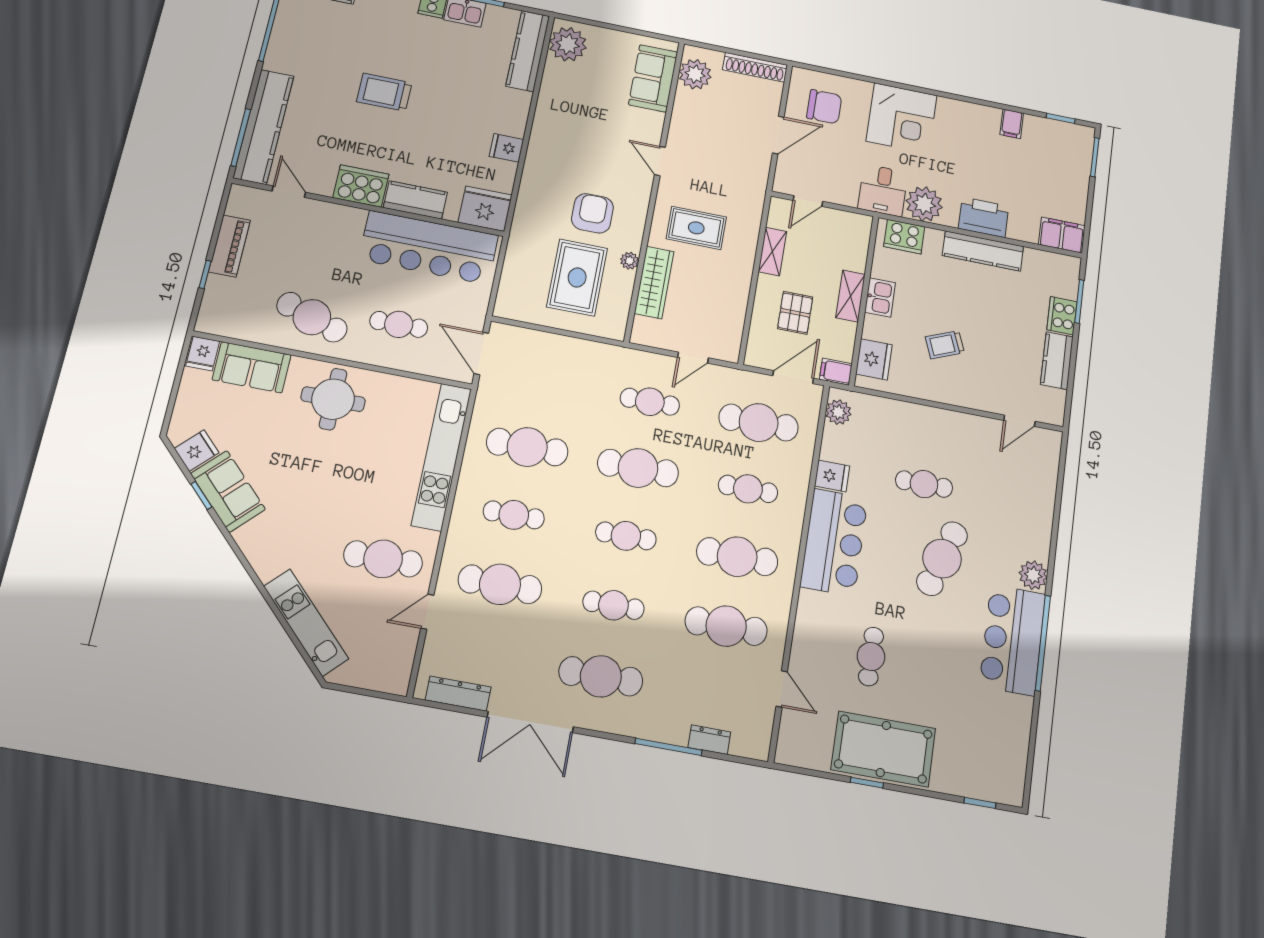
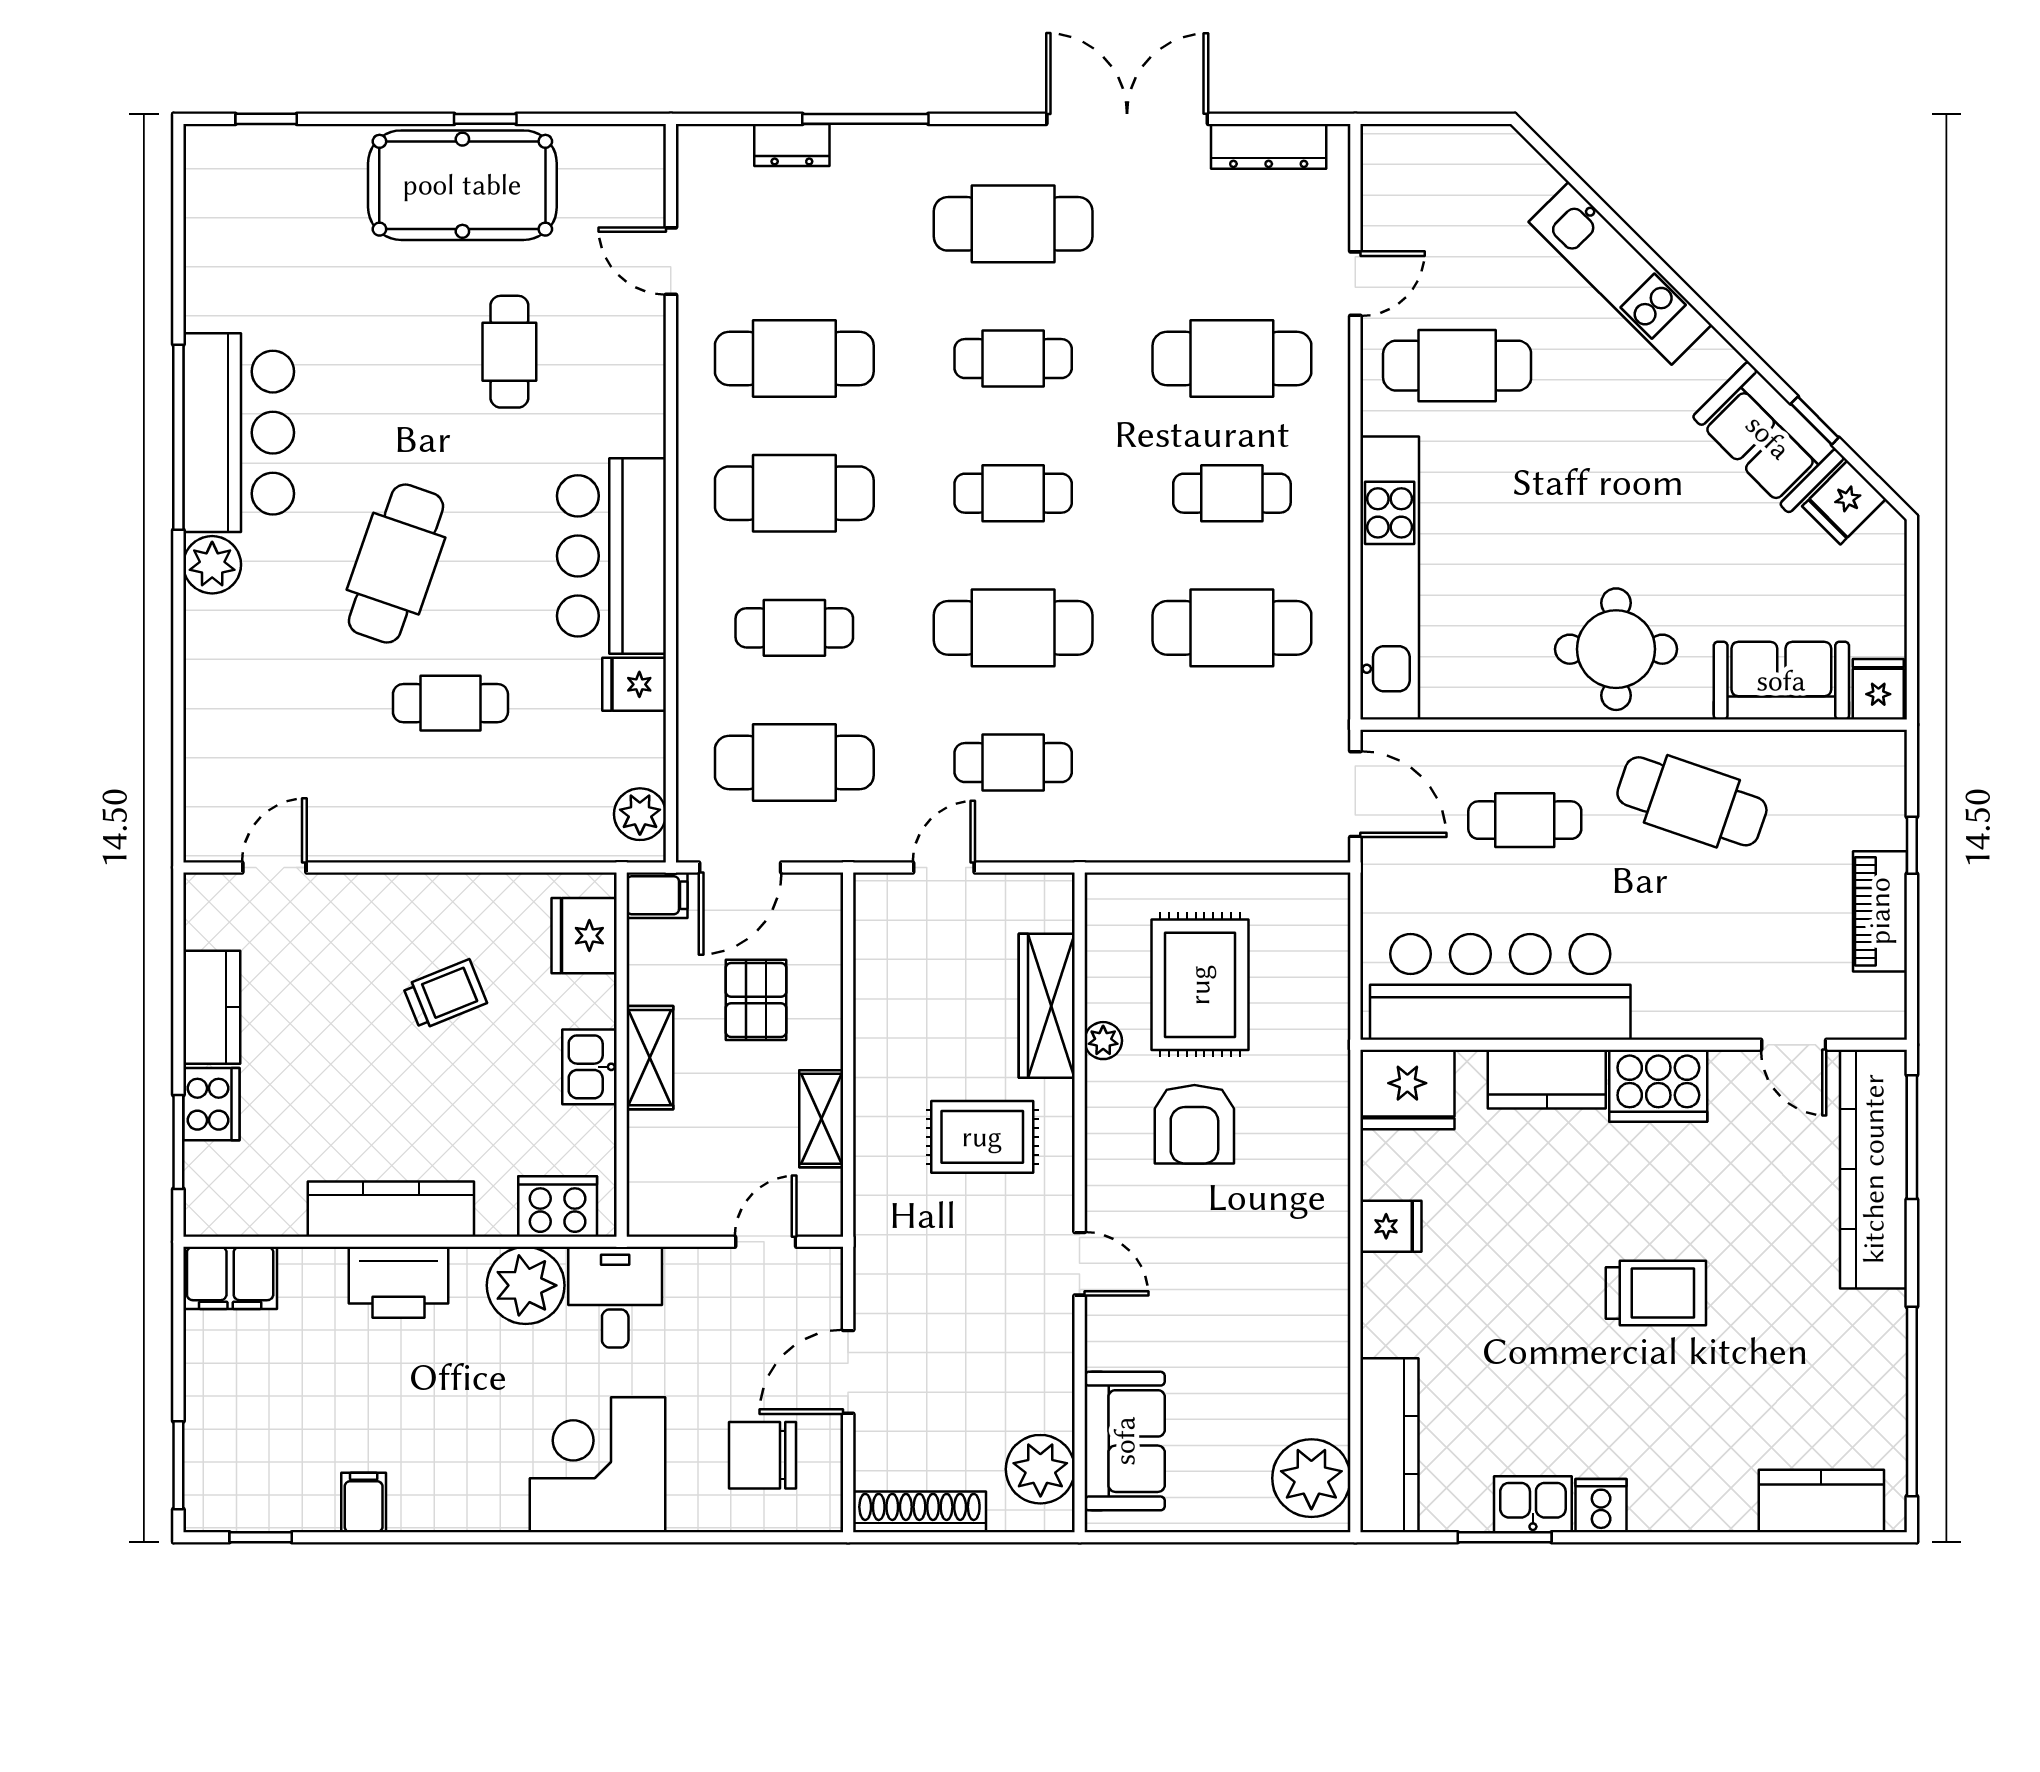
kitchen unit: (306, 623) -> (1620, 273), moved

